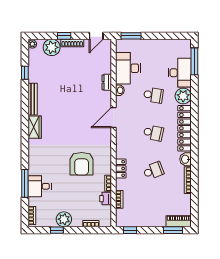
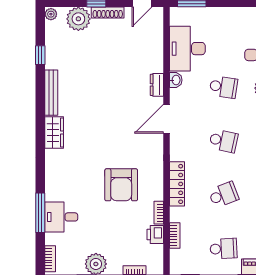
dresser: (107, 82) -> (157, 85), moved
locker: (121, 168) -> (177, 184), width x1.53
school desk: (153, 208) -> (223, 249), added

